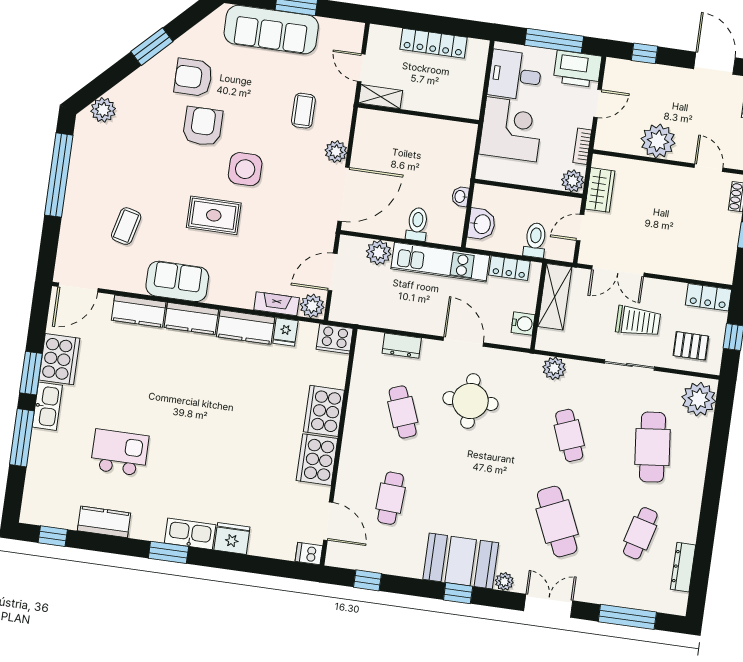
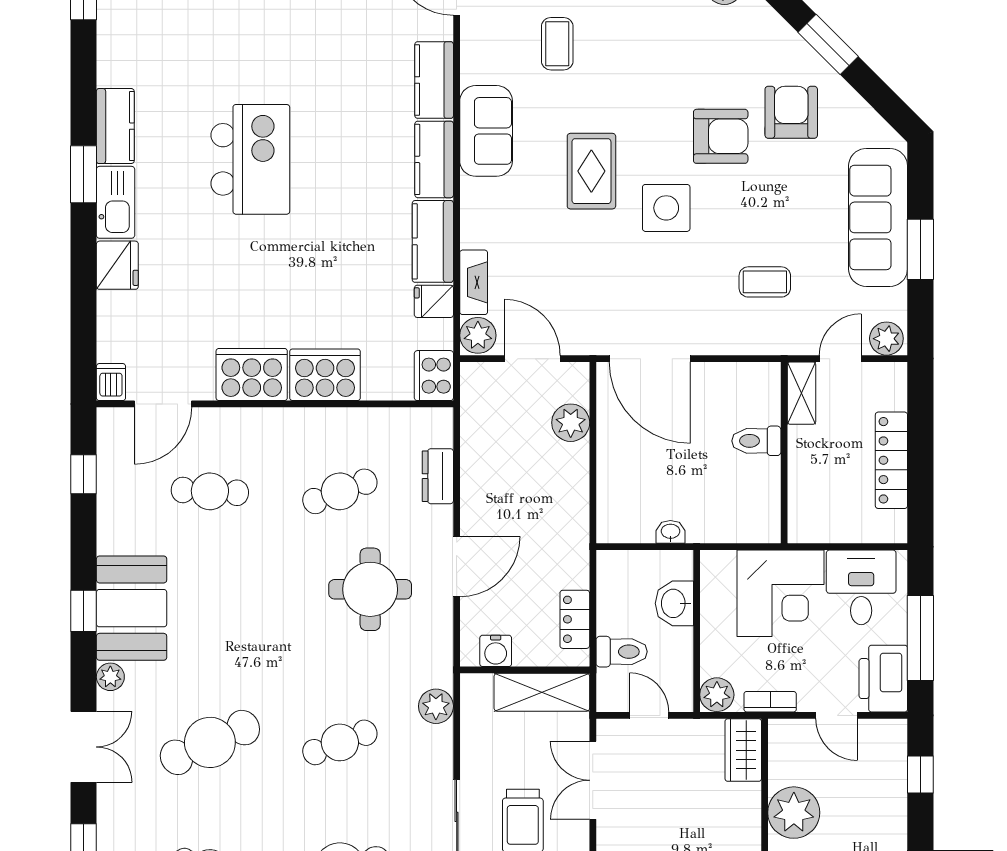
plant: (336, 152) -> (886, 339), moved
wardrobe: (600, 190) -> (743, 750), moved, turned 90
toilet: (417, 224) -> (756, 441), moved, turned 180
washbasin: (482, 224) -> (674, 603), moved, turned 90
coffee table: (126, 226) -> (557, 44), turned 76
kitchen unit: (440, 262) -> (569, 516), removed
kitchen island: (120, 453) -> (250, 159), moved, width x1.37, depth x1.28
kitchen counter: (104, 522) -> (115, 126), moved

